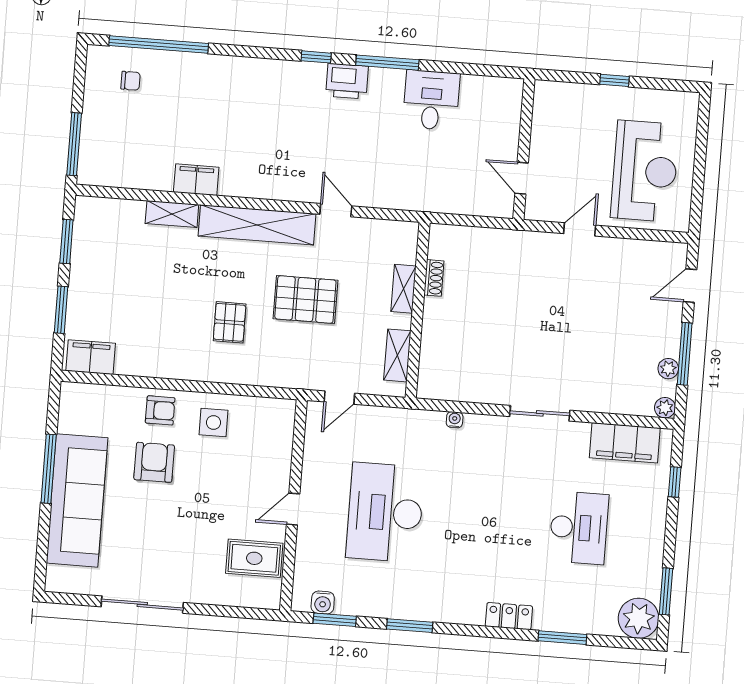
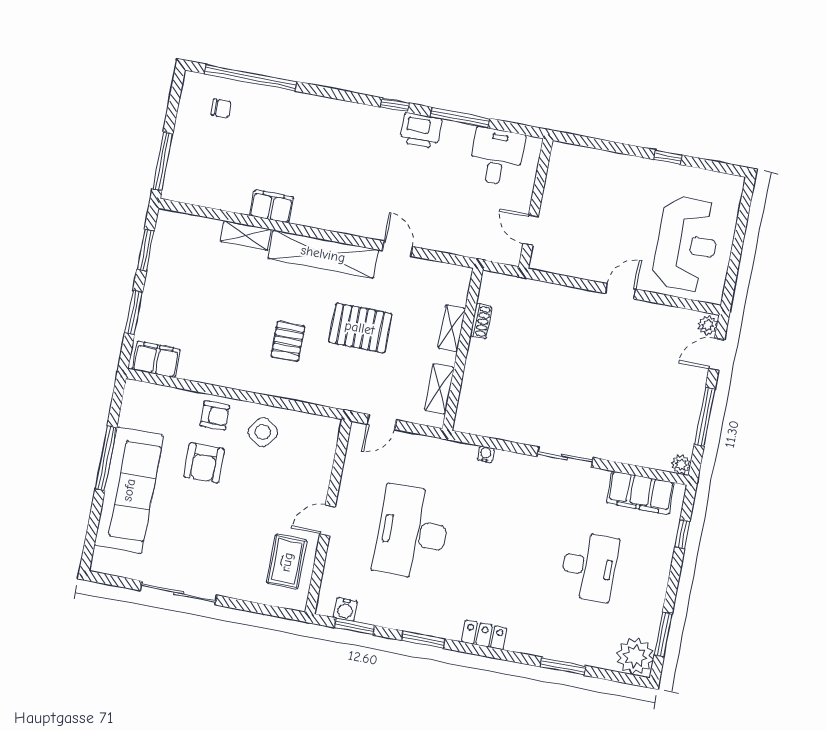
wall: (524, 149) -> (536, 204), moved
door: (522, 178) -> (531, 230), moved
plant: (668, 369) -> (708, 325), moved
side table: (213, 422) -> (263, 432), turned 36
armchair: (154, 462) -> (204, 463), turned 180
rug: (254, 558) -> (287, 562), turned 90
locker: (509, 616) -> (484, 635), moved

